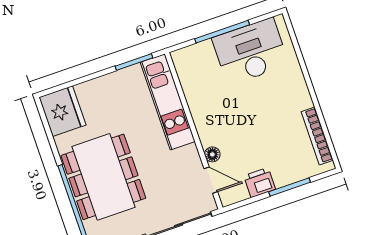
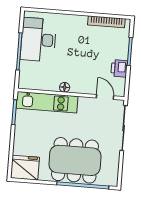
floor lamp: (212, 154) -> (65, 87), moved
door: (211, 180) -> (105, 97), hinge flipped

